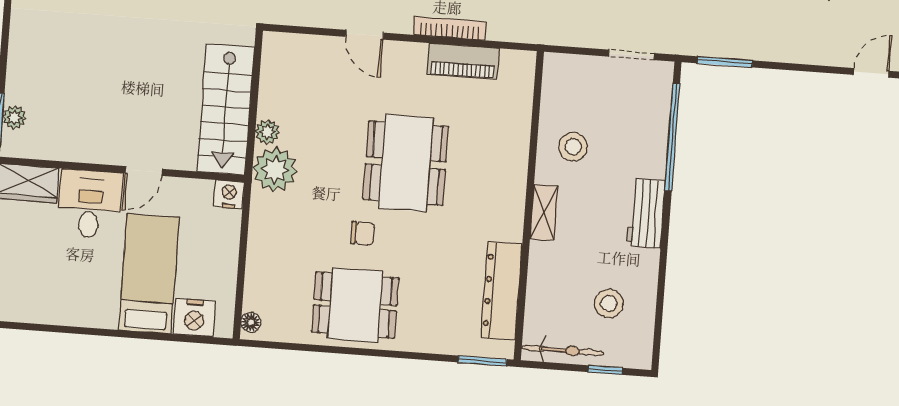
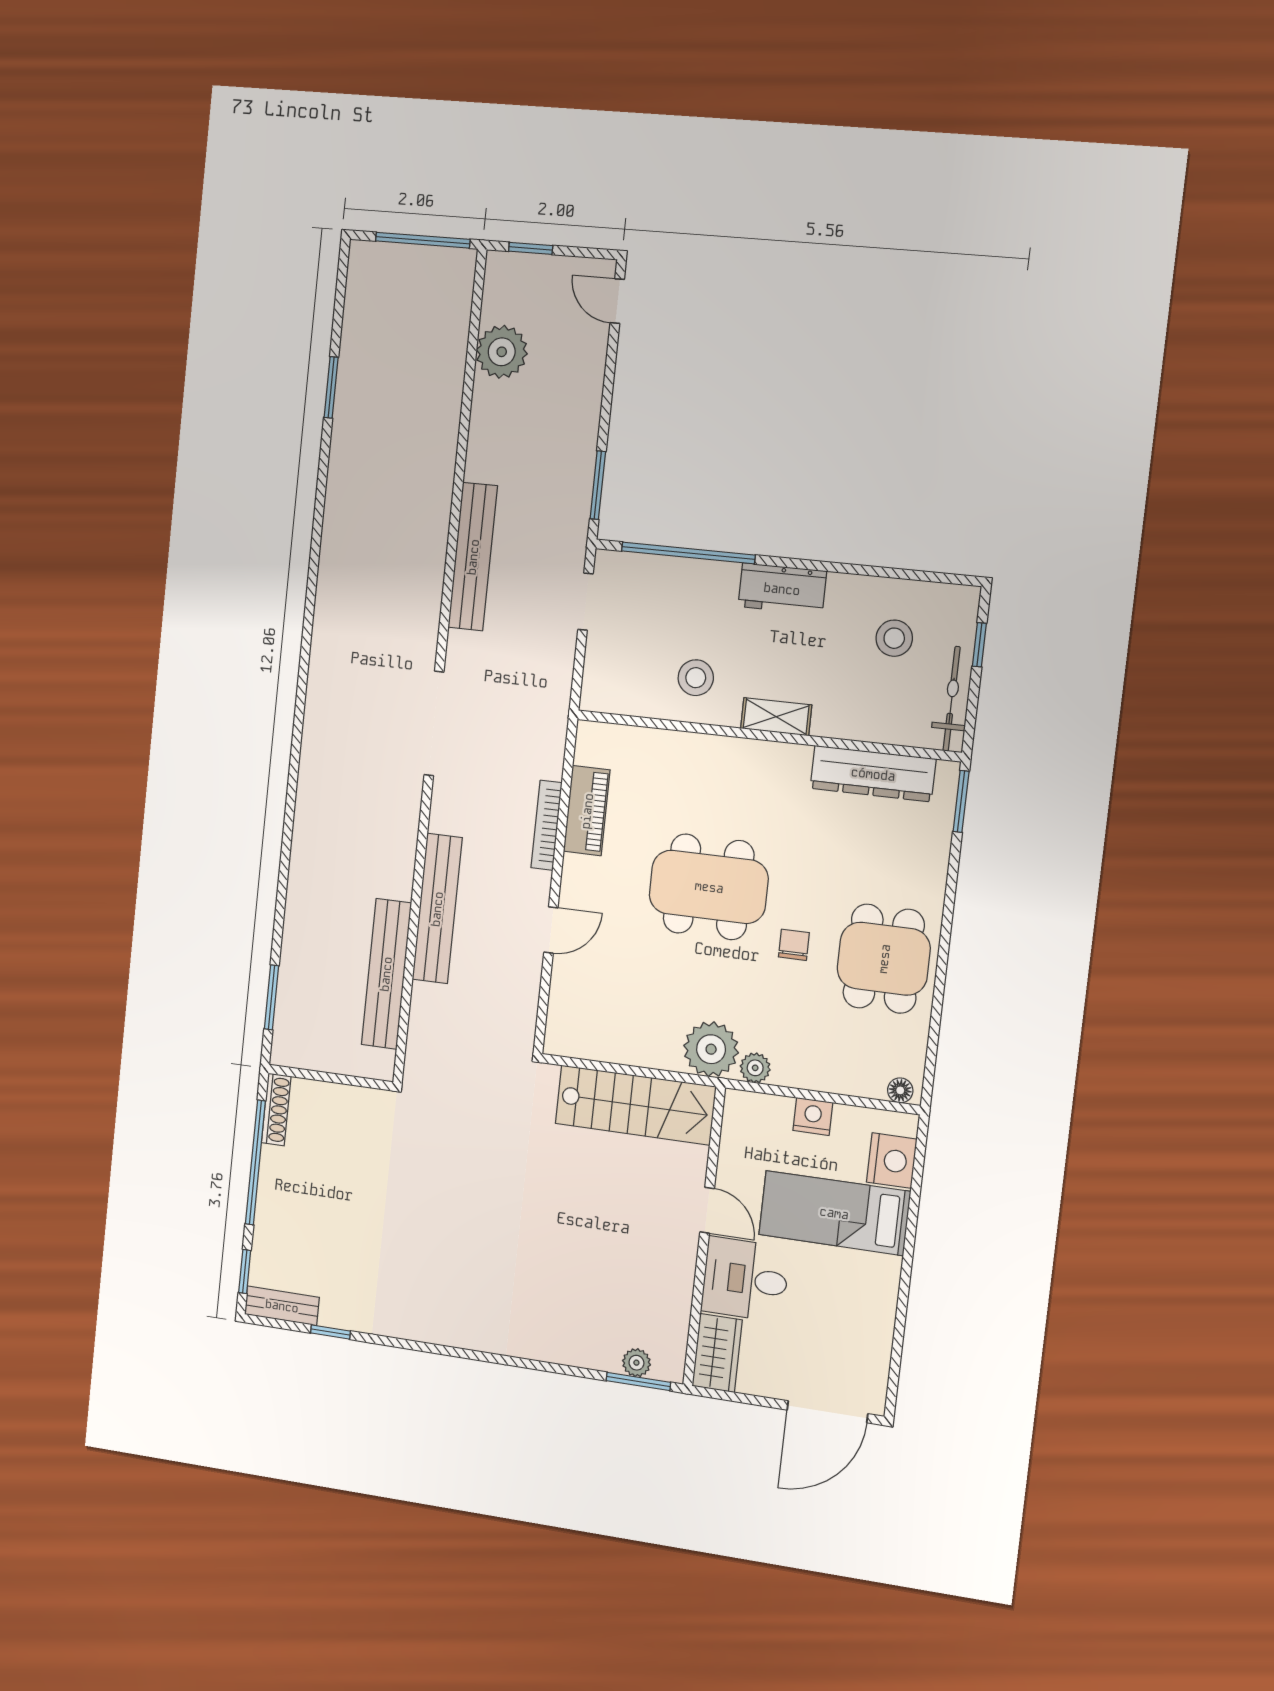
plant: (267, 132) -> (755, 1068), moved
nightstand: (229, 194) -> (813, 1116), moved, turned 90

